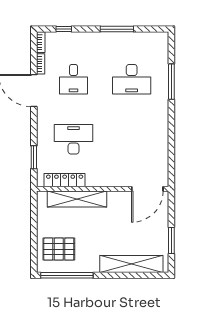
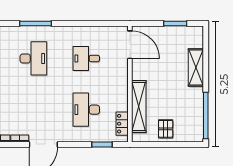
desk: (74, 79) -> (86, 58), moved, turned 180
locker: (65, 180) -> (122, 124), width x0.66
pallet: (59, 249) -> (166, 129), moved, width x0.67, depth x0.71
shelving: (131, 264) -> (196, 68), width x0.68

